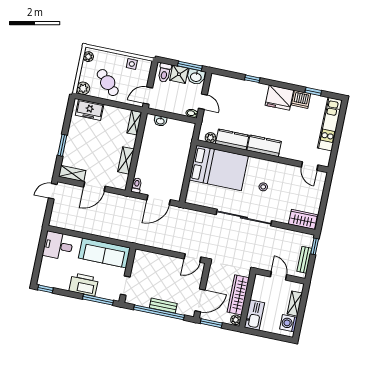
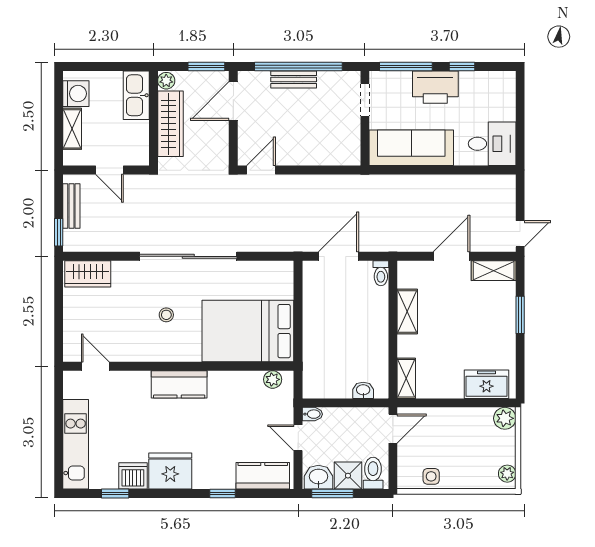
cafe table: (108, 83) -> (465, 437), removed
kitchen counter: (232, 140) -> (263, 476), moved, turned 180
window: (45, 289) -> (462, 66), moved

